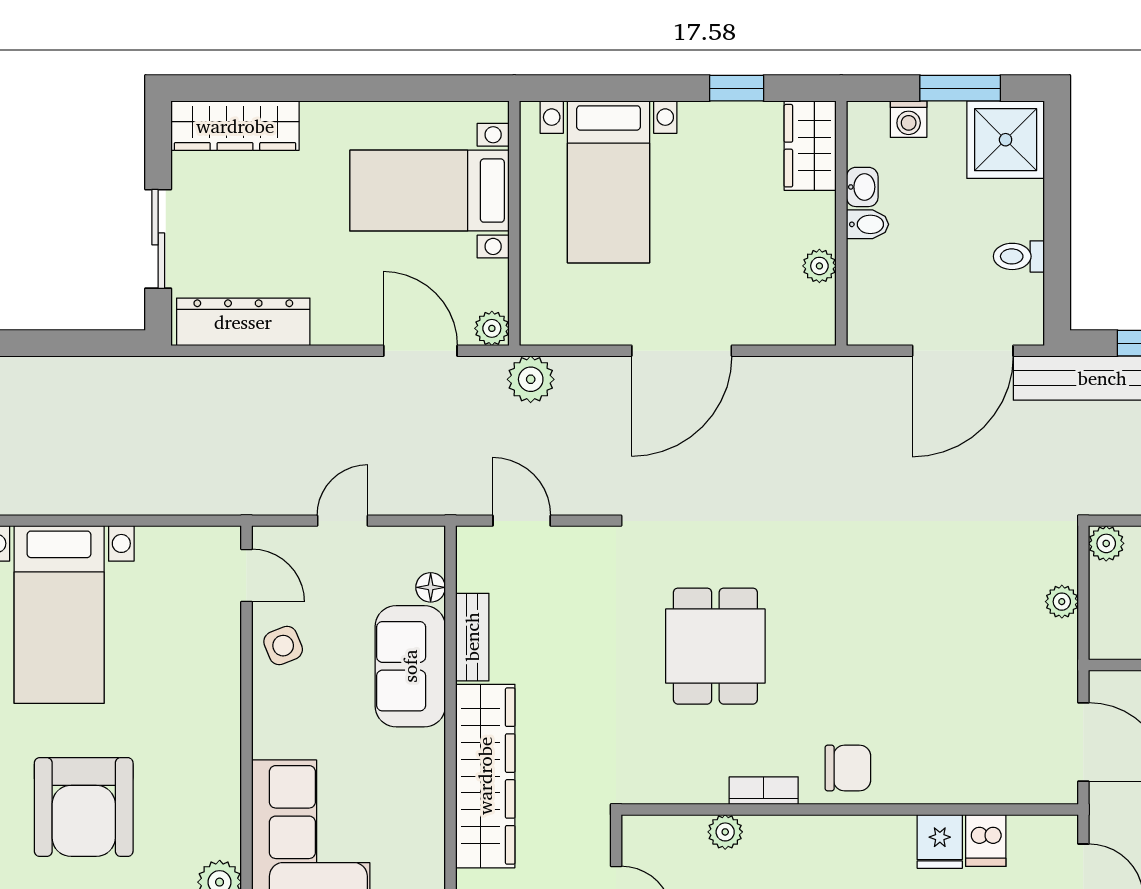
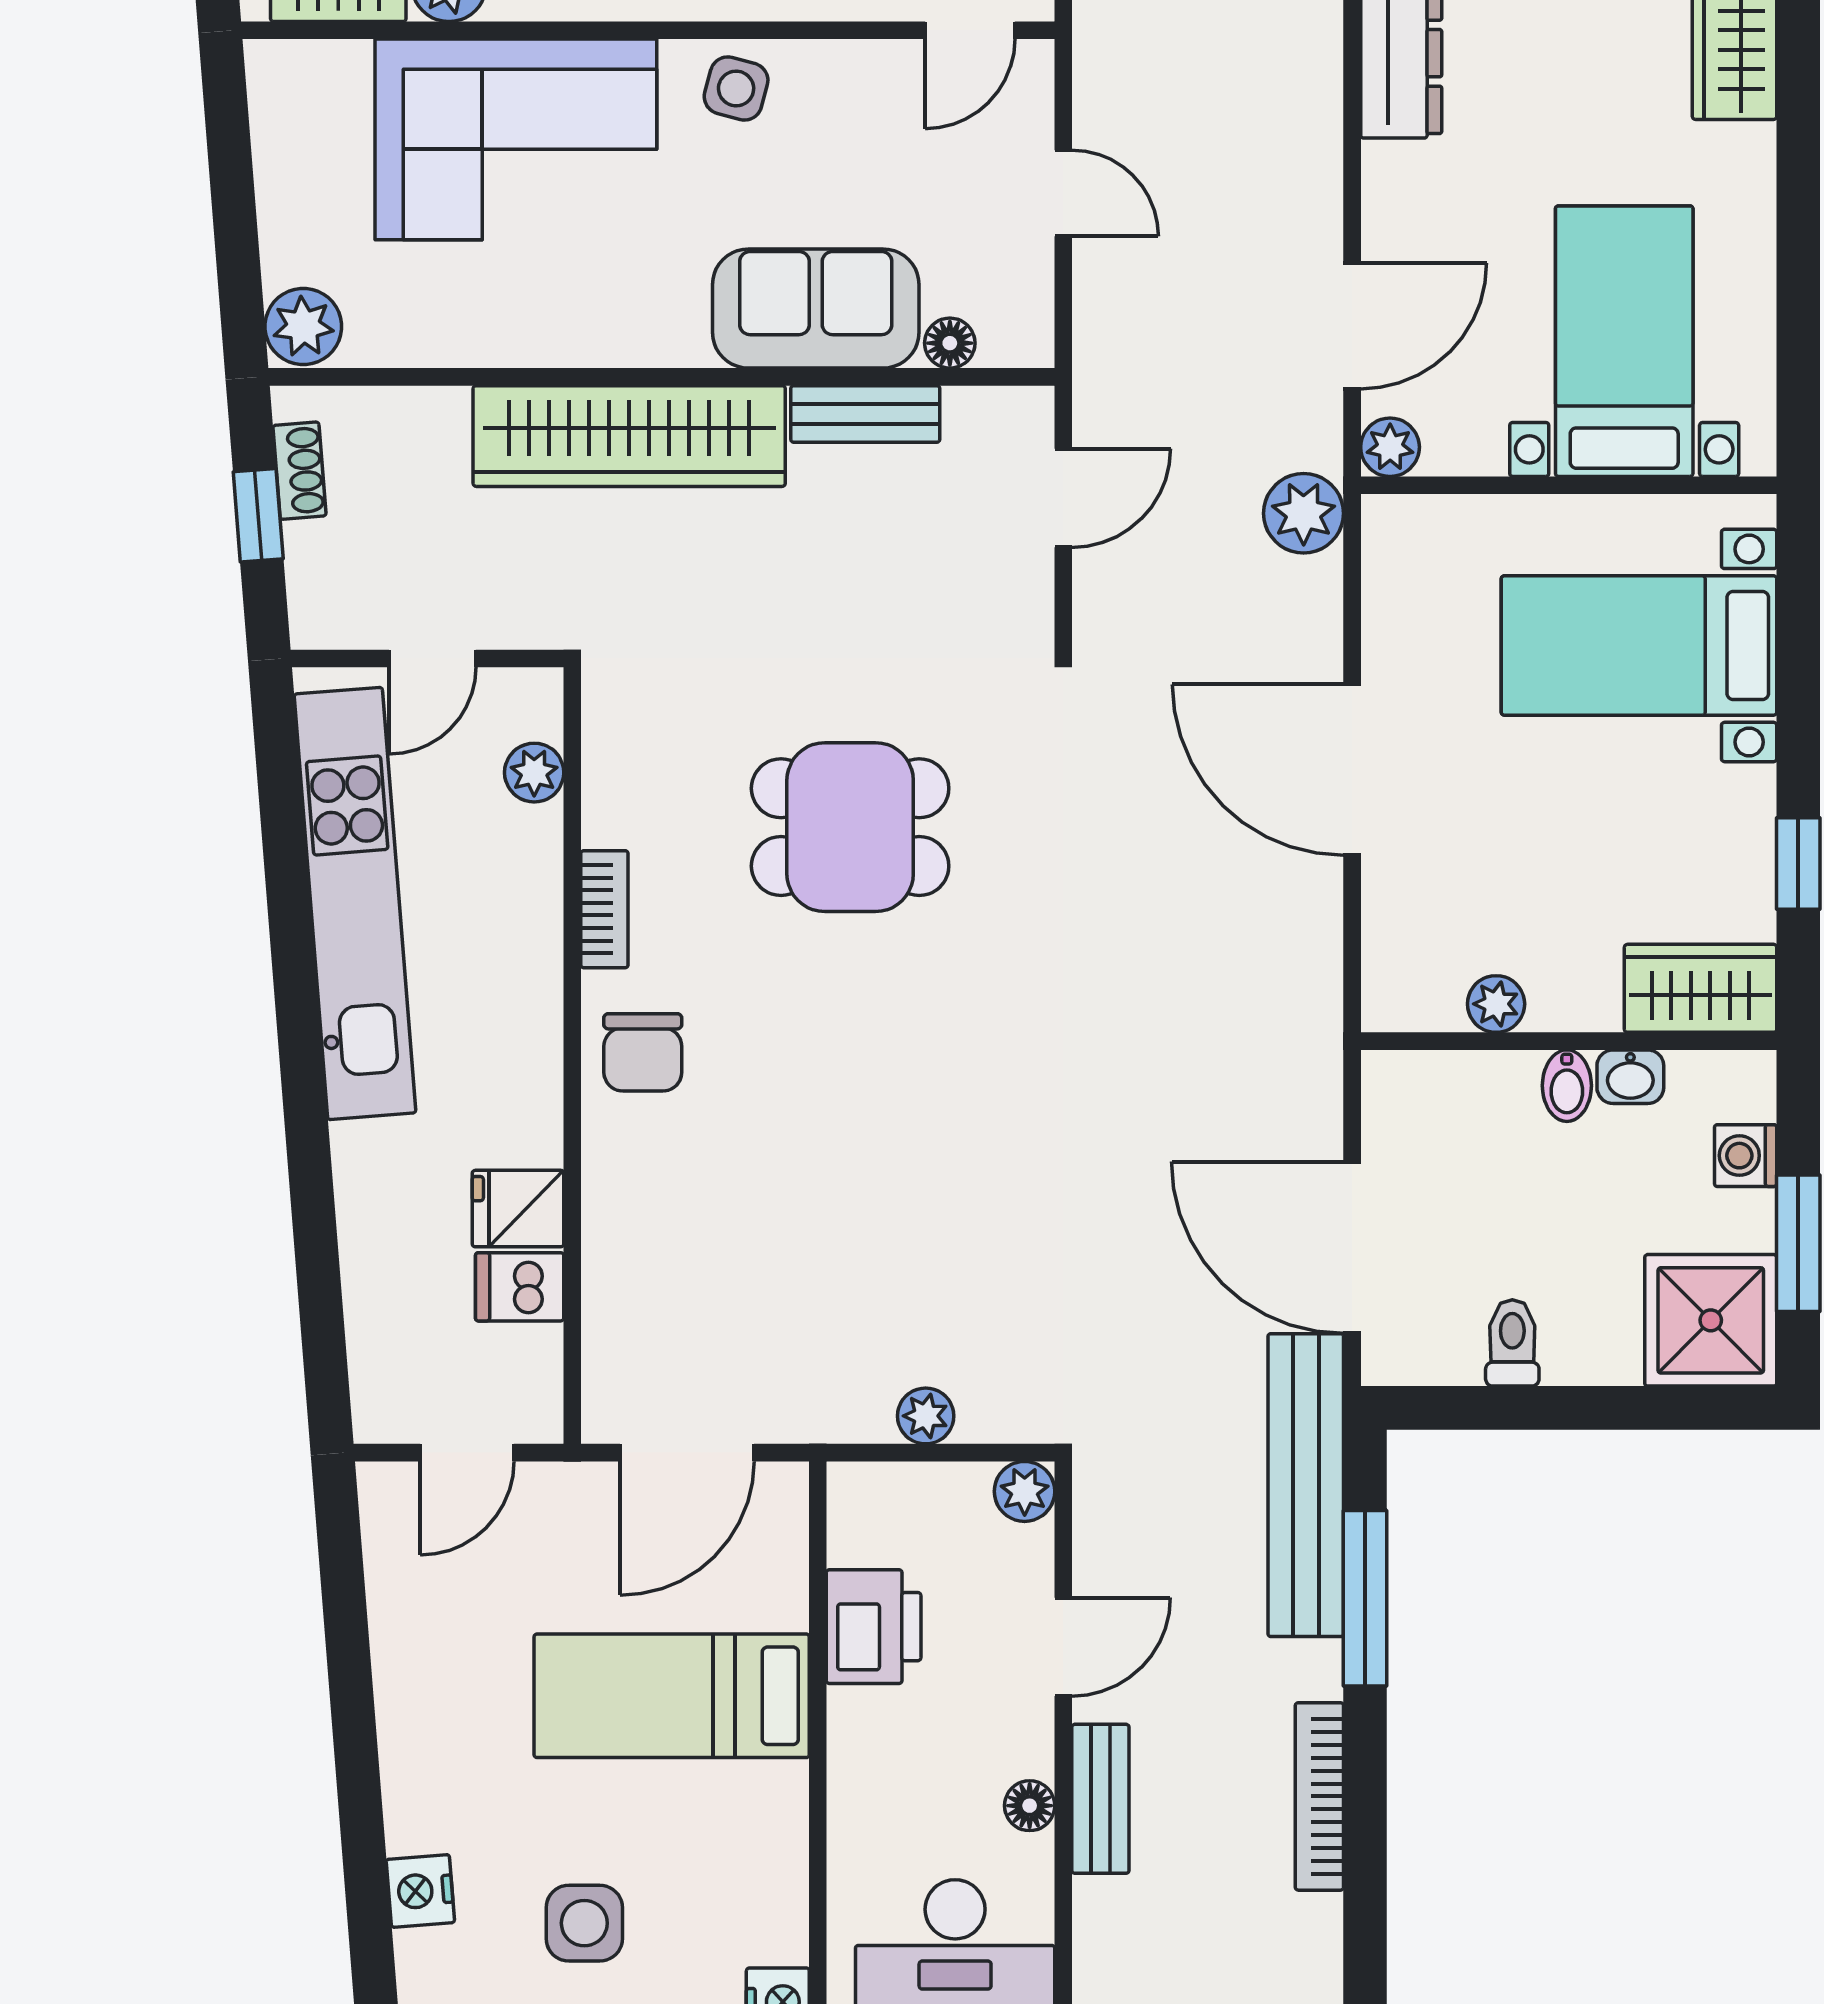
side table: (283, 646) -> (736, 89), moved, turned 37
plant: (725, 832) -> (534, 773), moved

